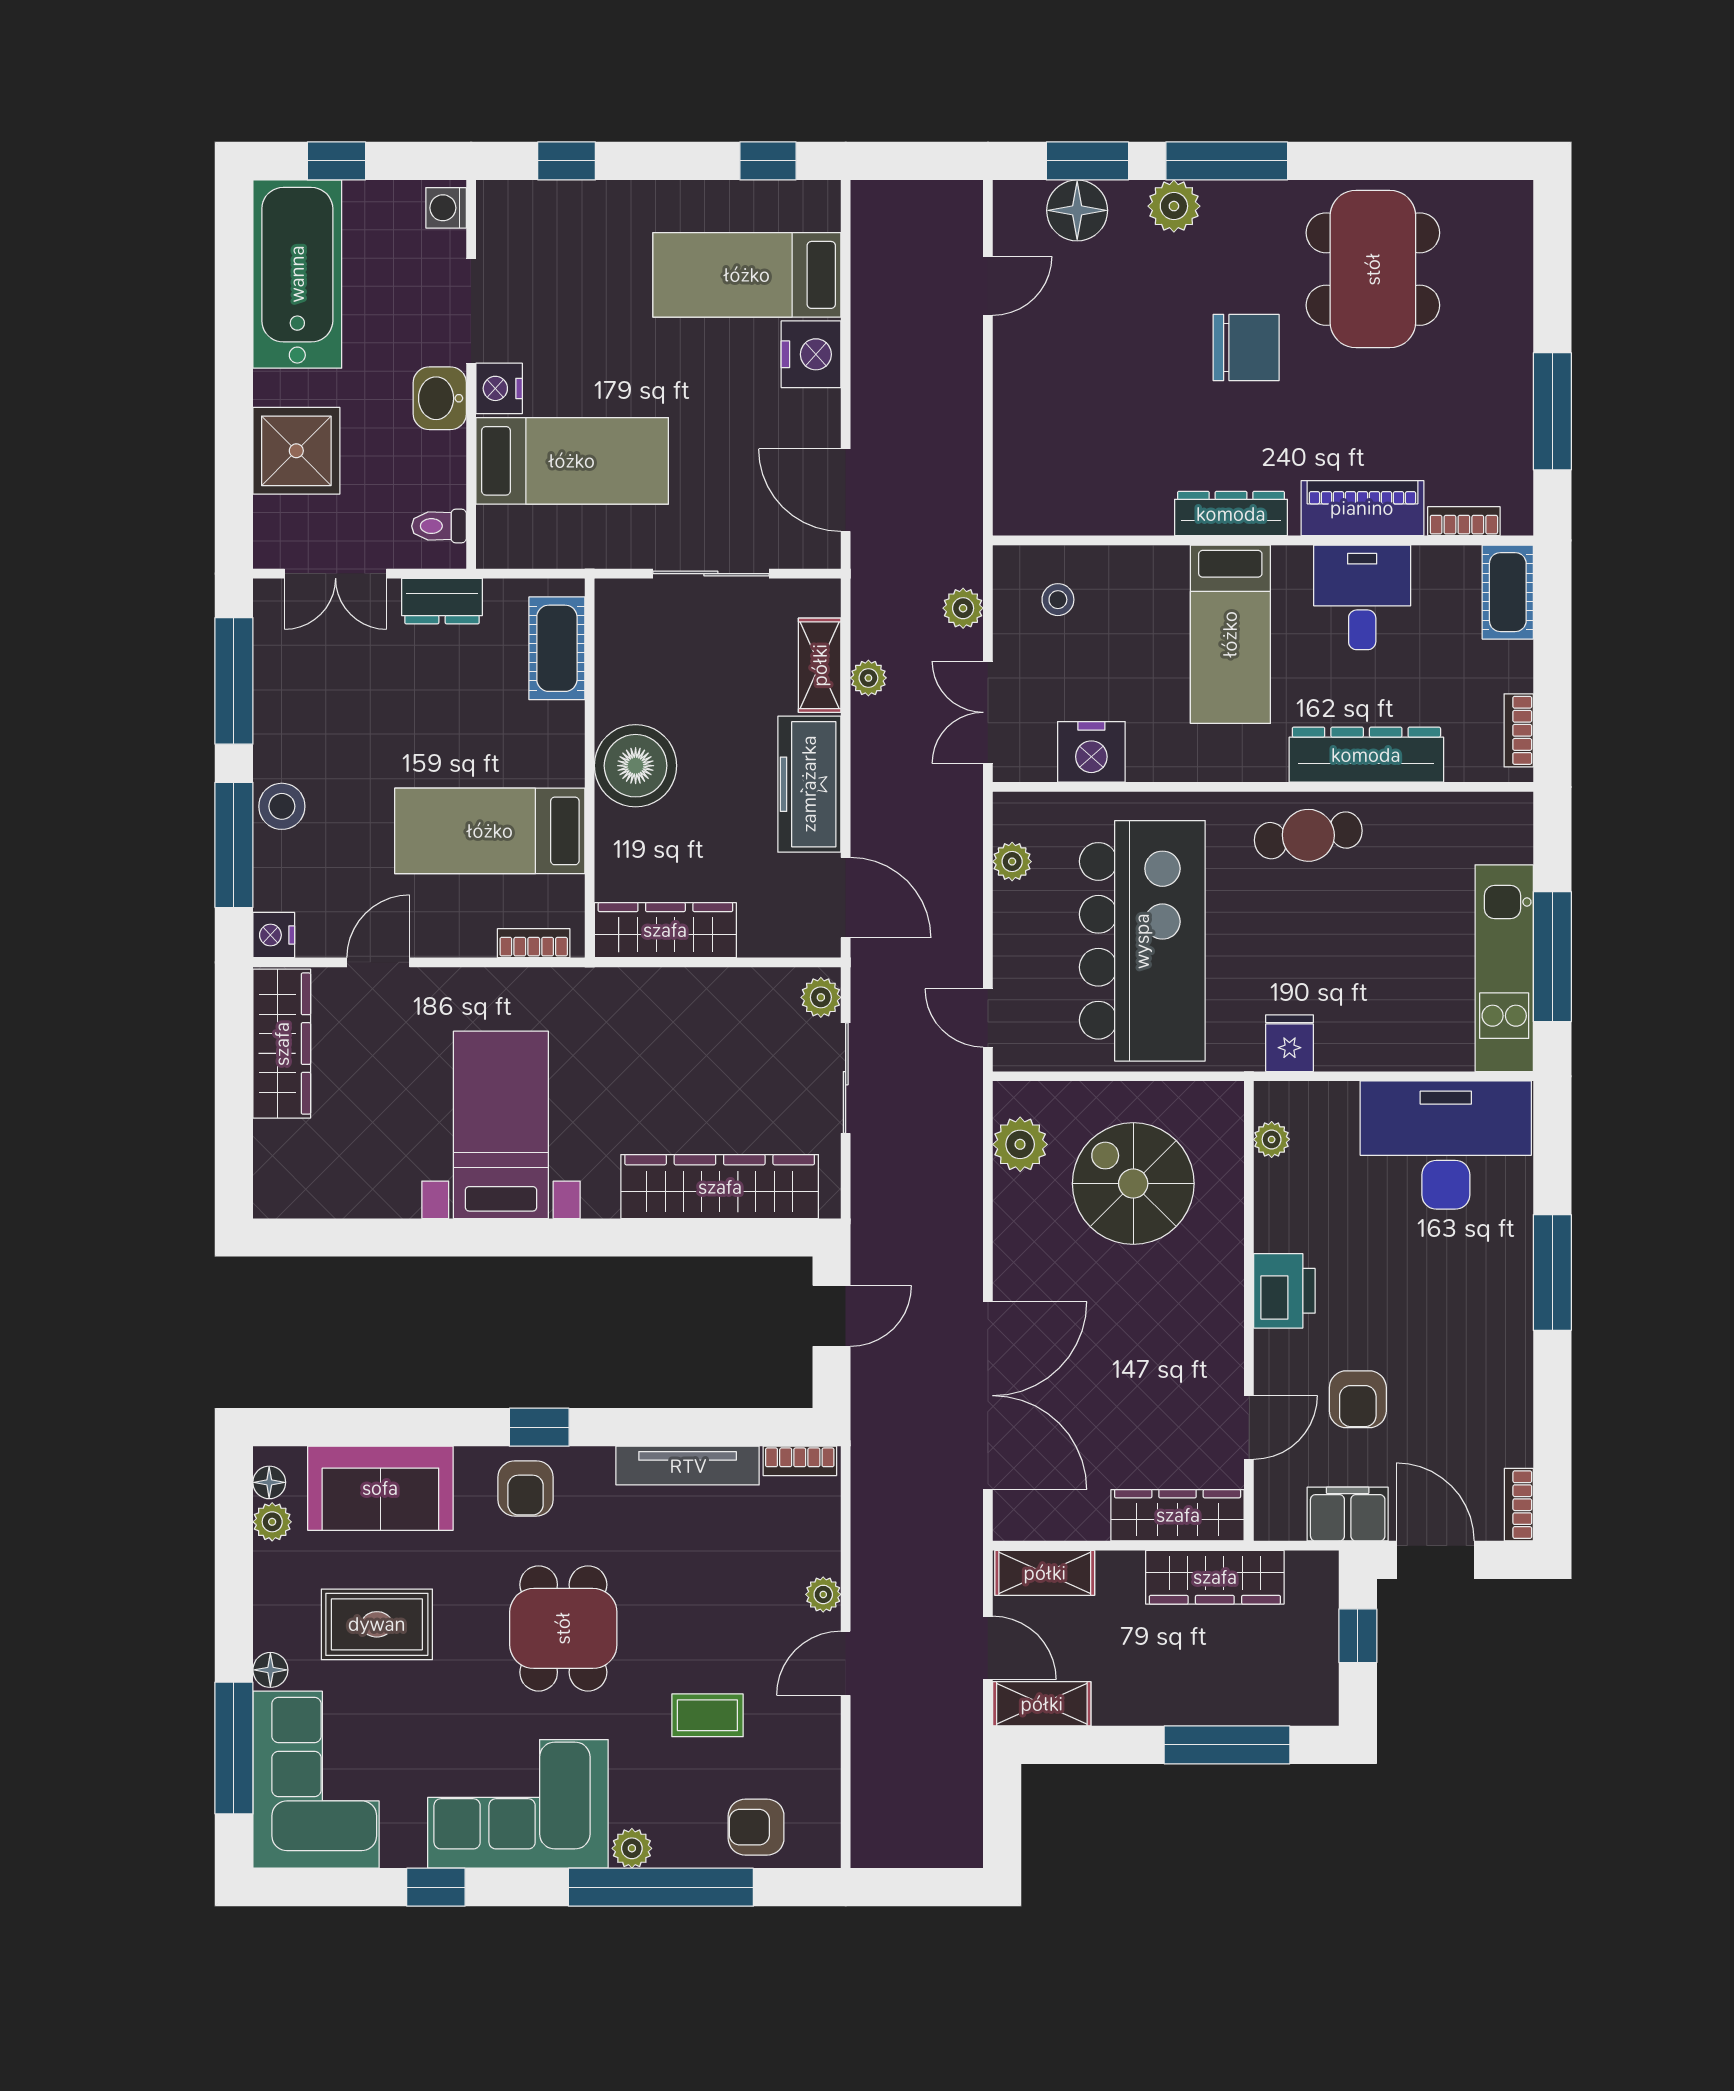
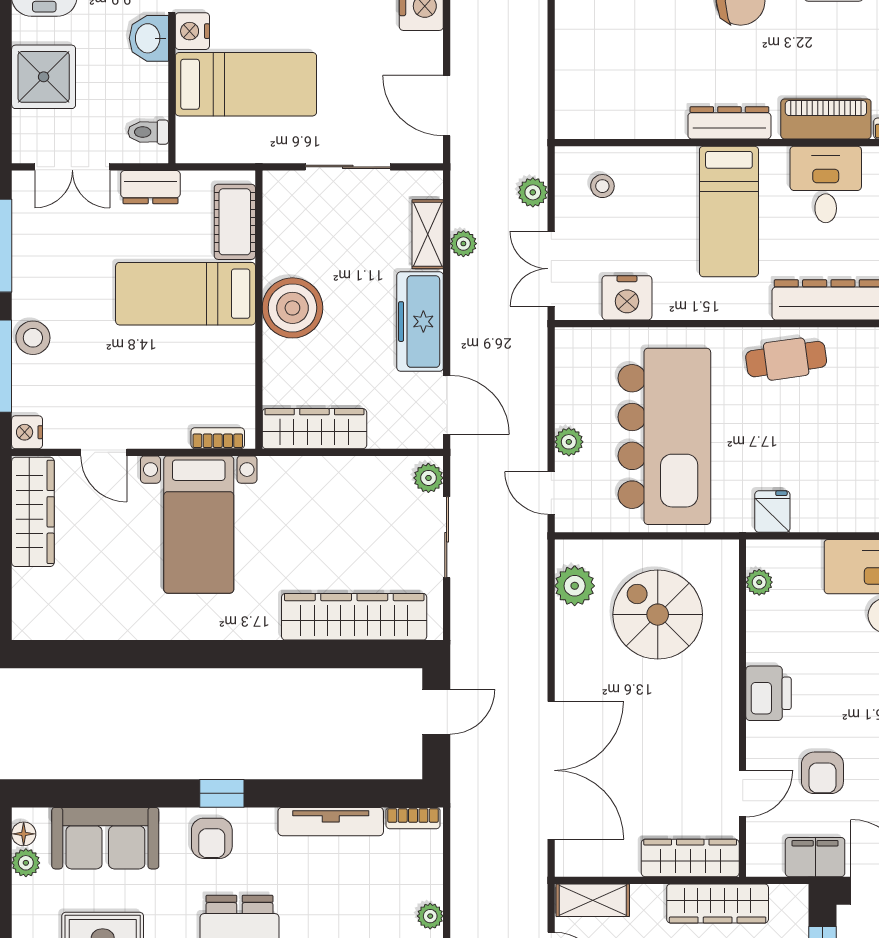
bed: (490, 831) -> (186, 294), moved
plant: (1012, 862) -> (569, 442), moved
door: (378, 962) -> (104, 452), swing flipped
bed with nightstands: (501, 1125) -> (199, 525), moved, turned 180

